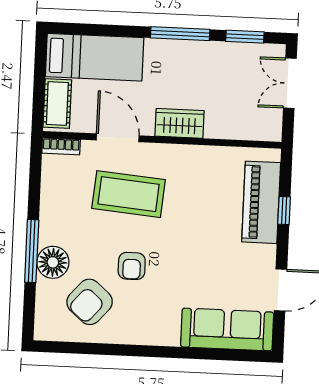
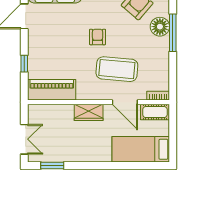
window: (180, 34) -> (91, 166), removed
cot: (57, 103) -> (155, 112), moved, turned 90
piano: (261, 202) -> (52, 90), moved, turned -90
armchair: (132, 266) -> (98, 37), moved

